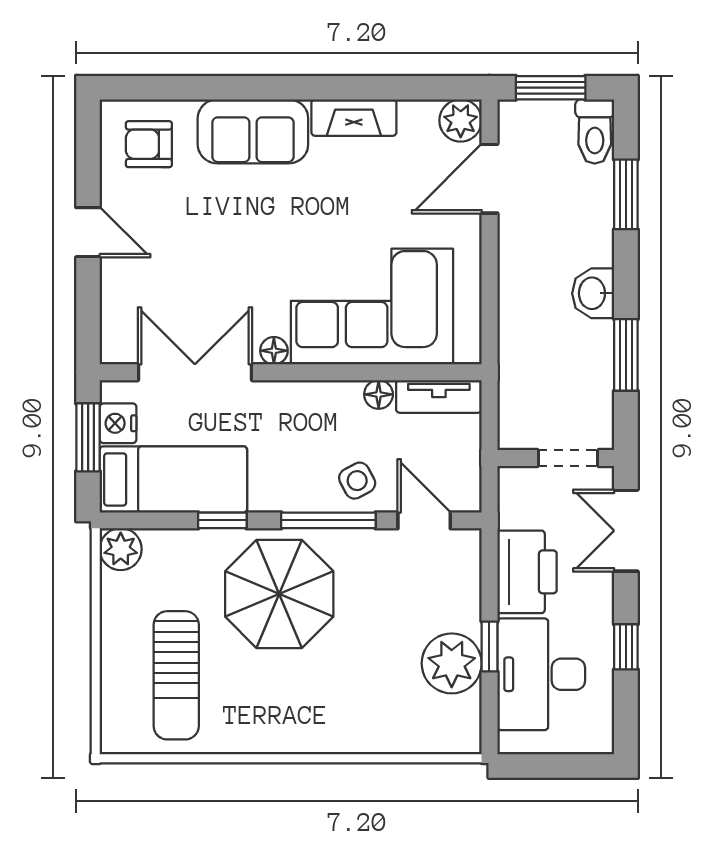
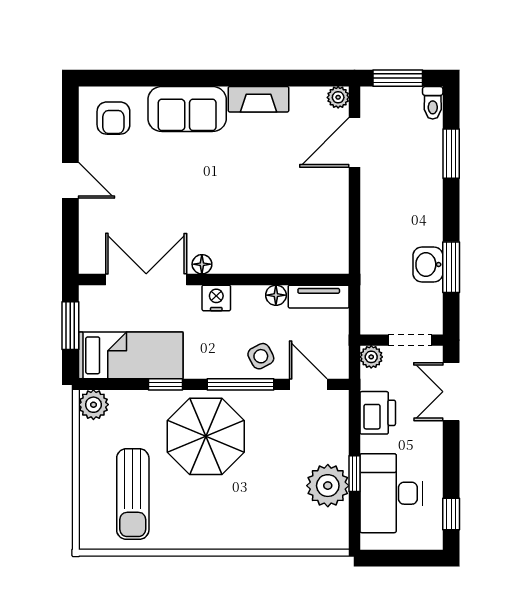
plant: (461, 121) -> (338, 97), width x0.73, depth x0.73
toilet: (595, 132) -> (433, 103), width x0.73, depth x0.72
armchair: (149, 144) -> (113, 118), turned -90
washbasin: (593, 293) -> (428, 264), moved
corner sofa: (372, 307) -> (271, 233), removed
nightstand: (118, 423) -> (216, 298), moved, turned 90
plant: (513, 482) -> (371, 357), added
printer: (527, 572) -> (378, 413), width x0.73, depth x0.84
window: (626, 647) -> (451, 514), moved

